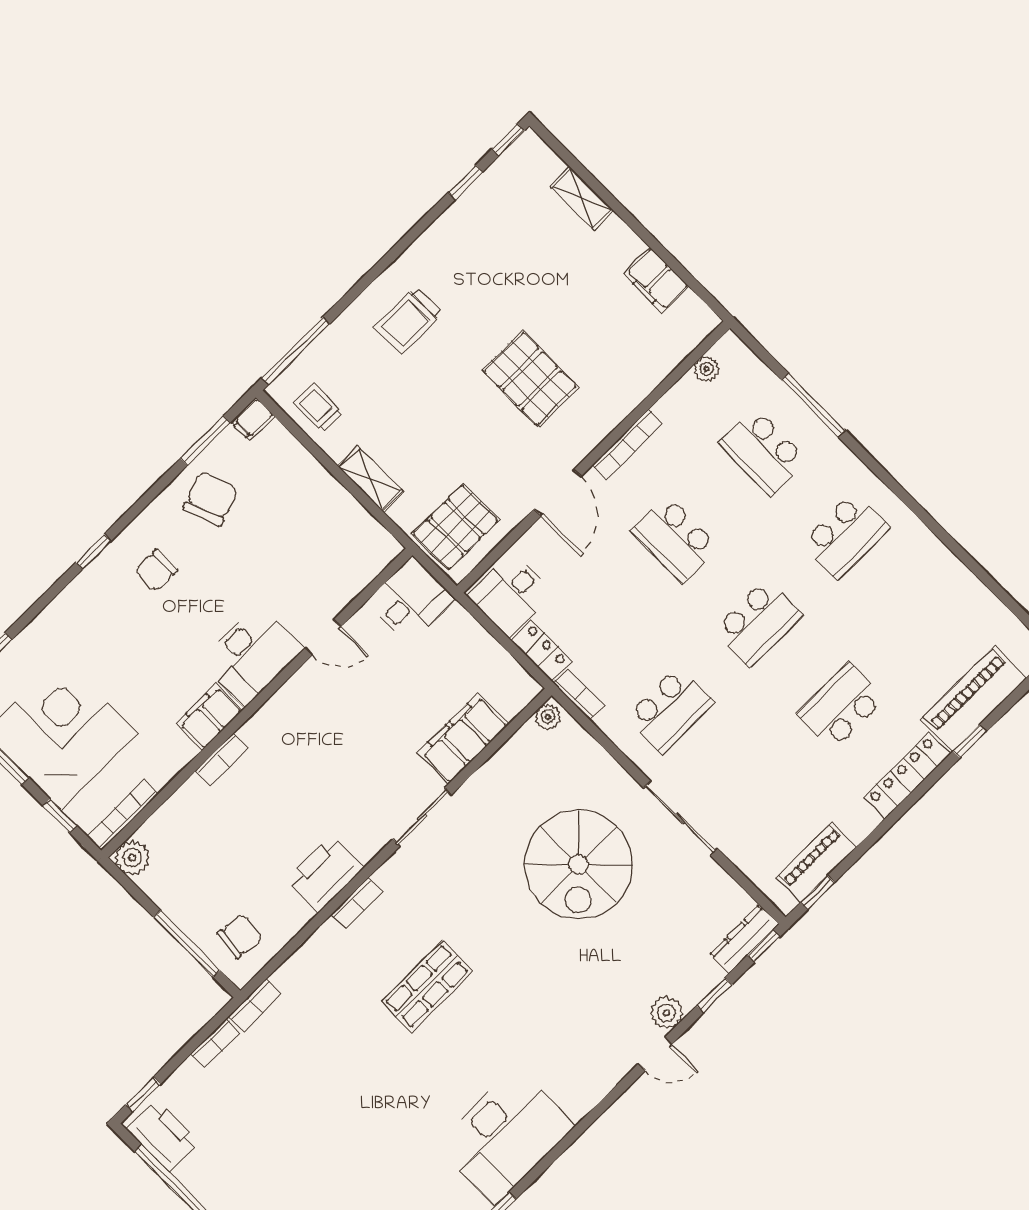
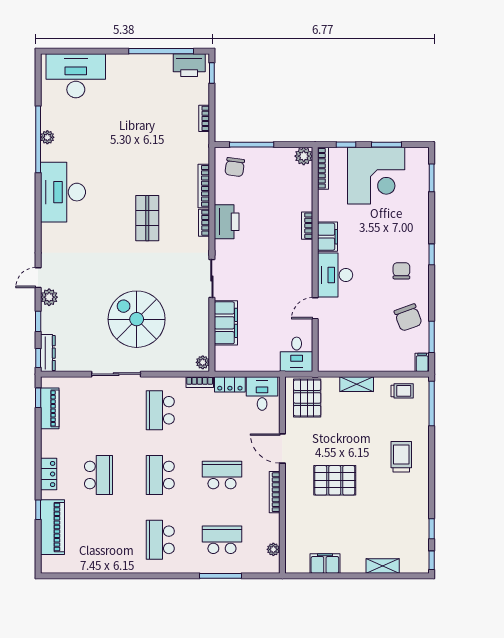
locker: (907, 775) -> (49, 474), width x0.66
bookcase: (254, 1005) -> (204, 186), moved, width x1.56

